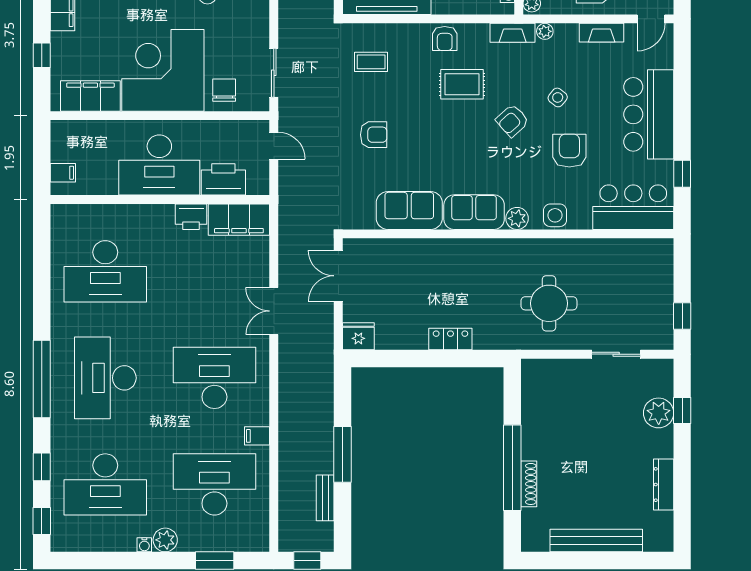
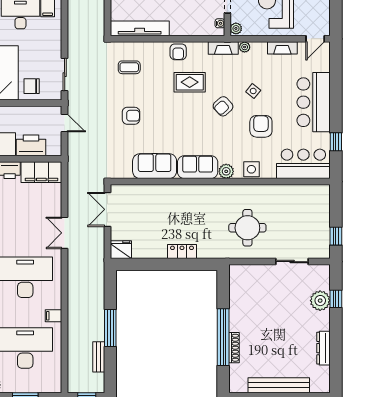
chair: (224, 90) -> (32, 86), turned -90

